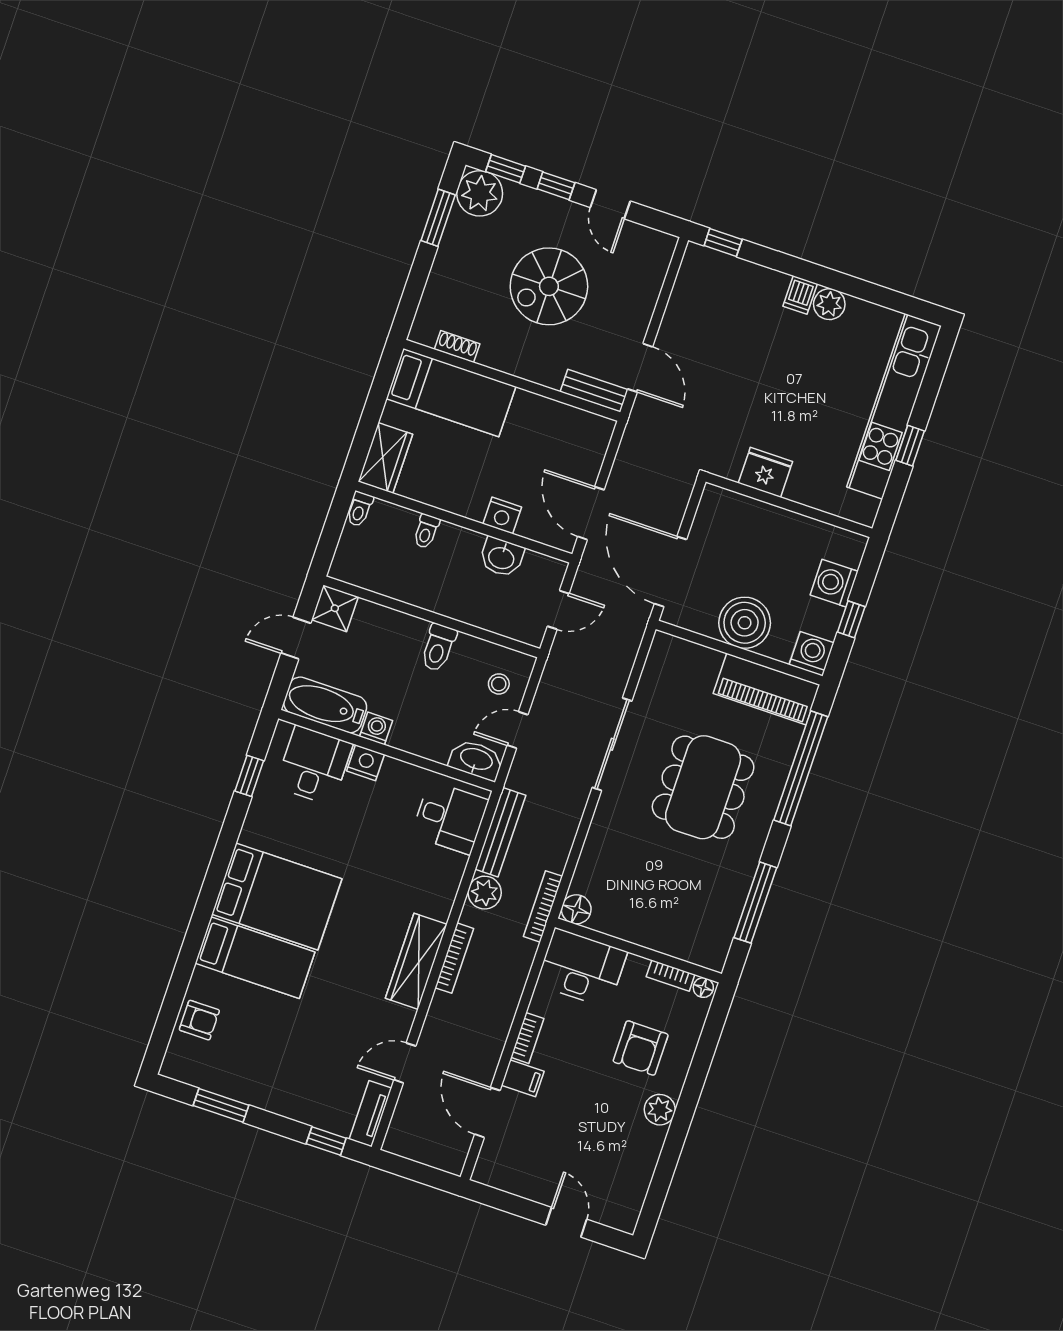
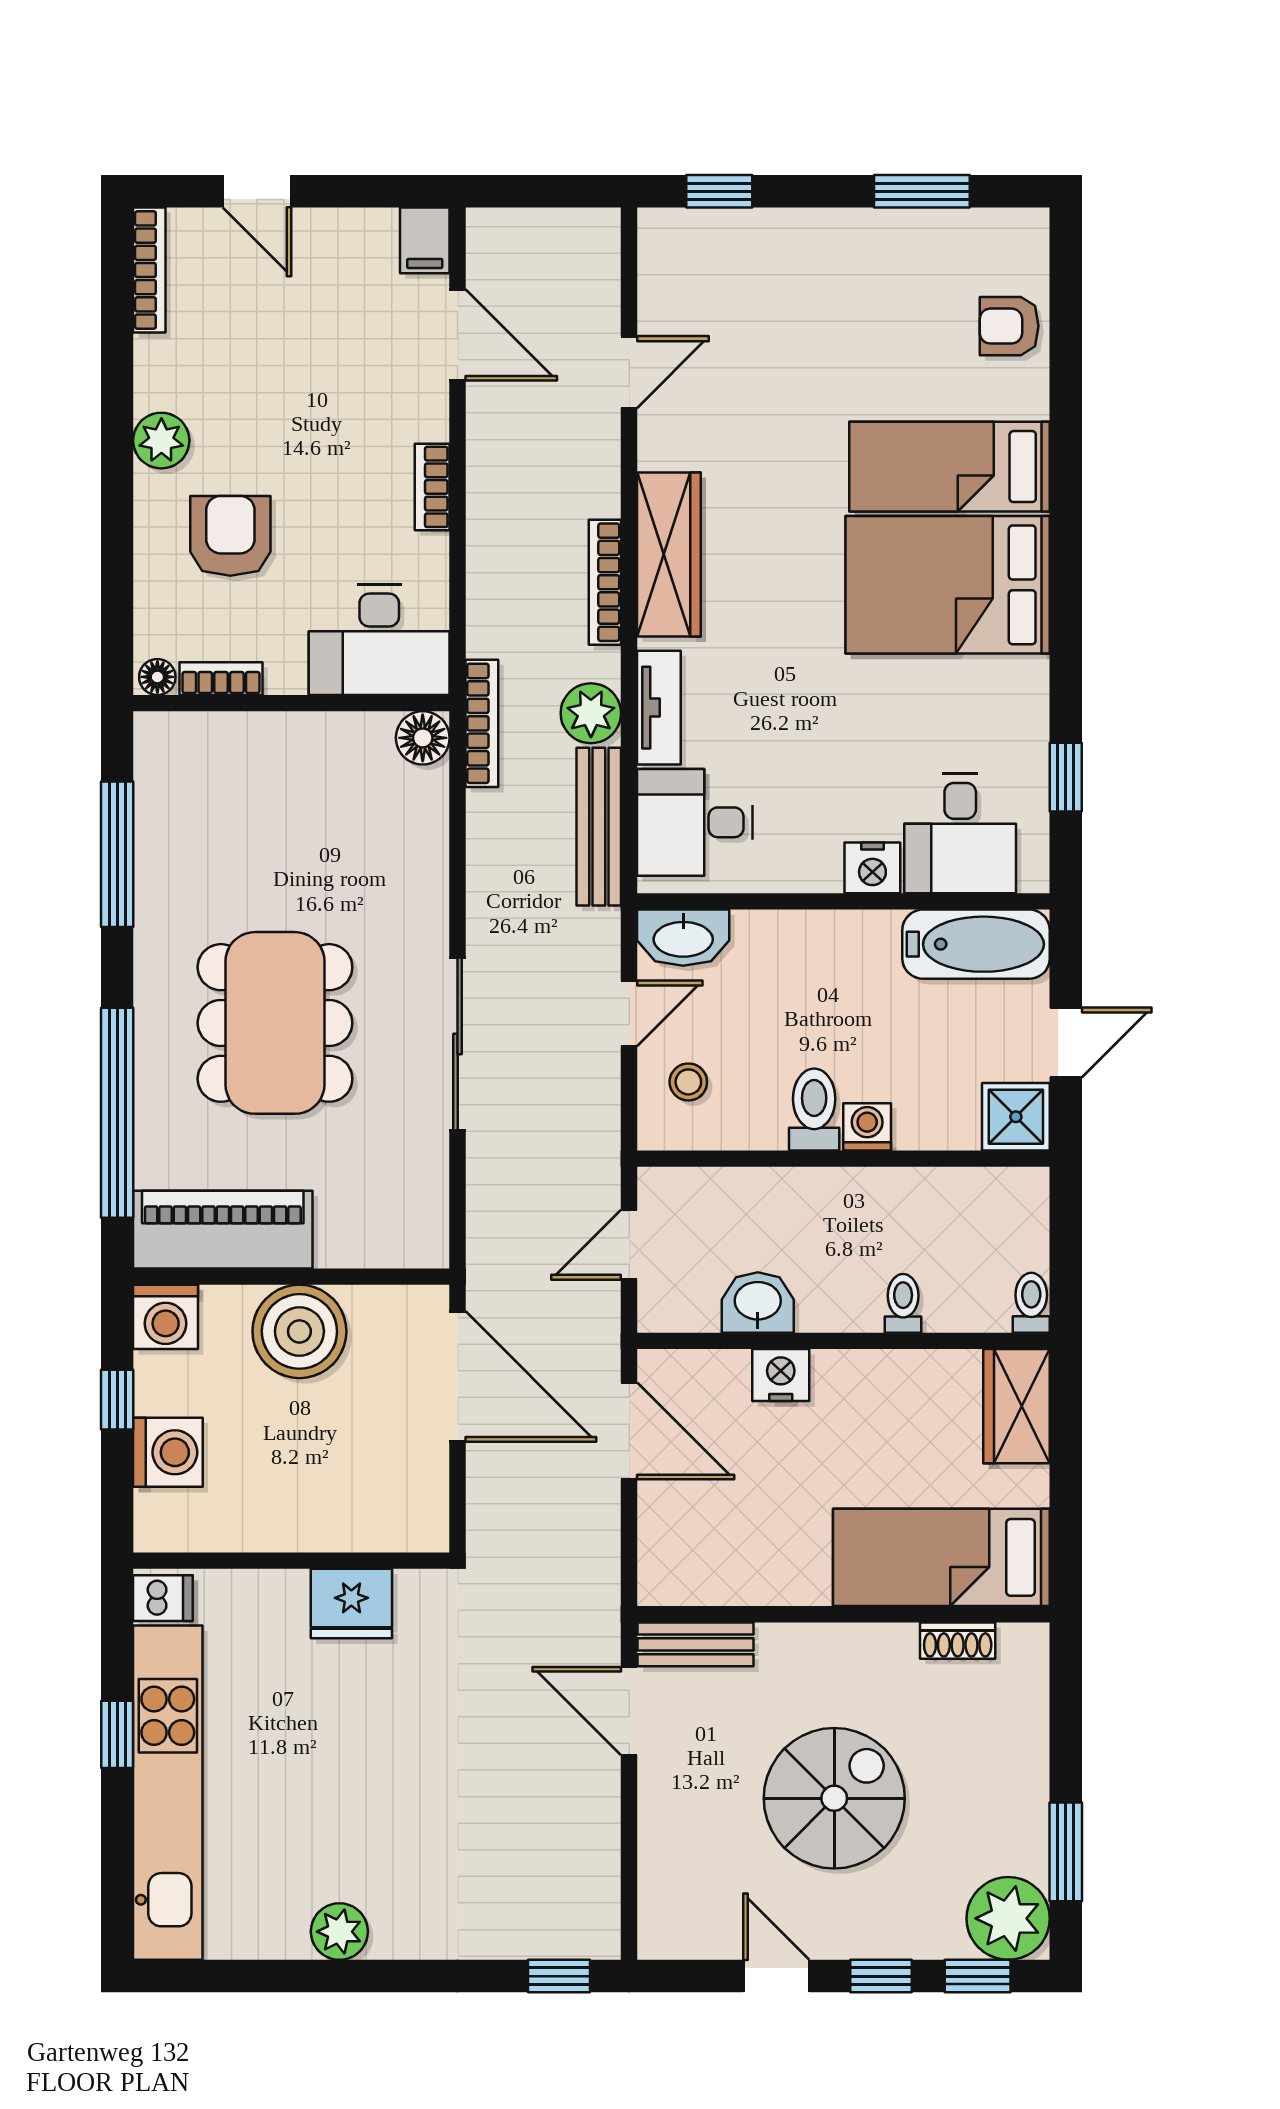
dishwasher: (800, 295) -> (163, 1598), moved, turned 90
washing machine: (376, 728) -> (867, 1127), moved, turned 180
filing cabinet: (523, 1078) -> (425, 240), moved, turned -90
tv unit: (370, 1114) -> (659, 708), moved
bookcase: (636, 1200) -> (149, 270), added

